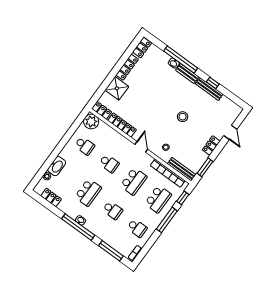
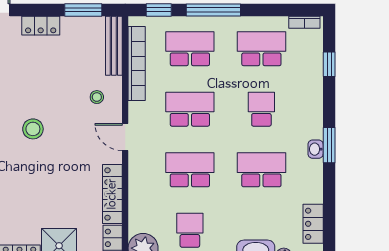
stool: (183, 117) -> (33, 129), moved
door: (141, 147) -> (125, 137), hinge flipped
school desk: (109, 163) -> (190, 170), width x1.85
window: (78, 227) -> (329, 145), width x0.47
school desk: (137, 228) -> (261, 49), width x1.85
window: (111, 251) -> (329, 64), width x0.46

